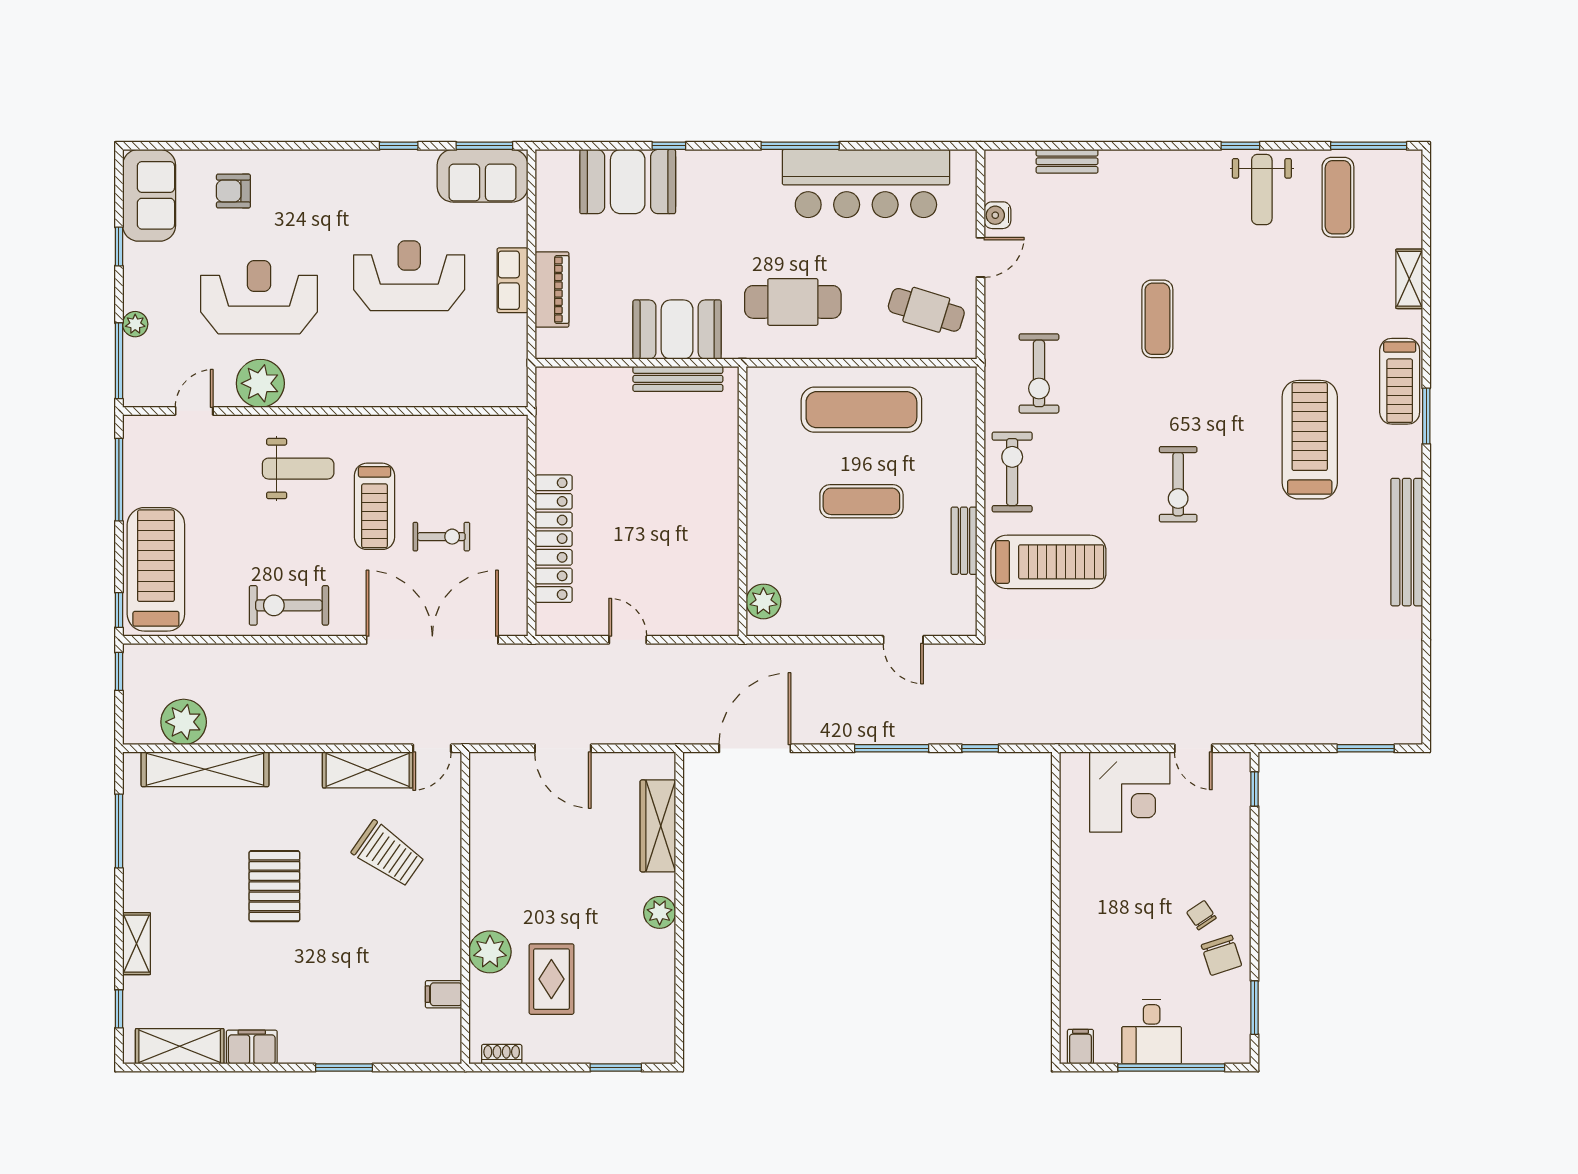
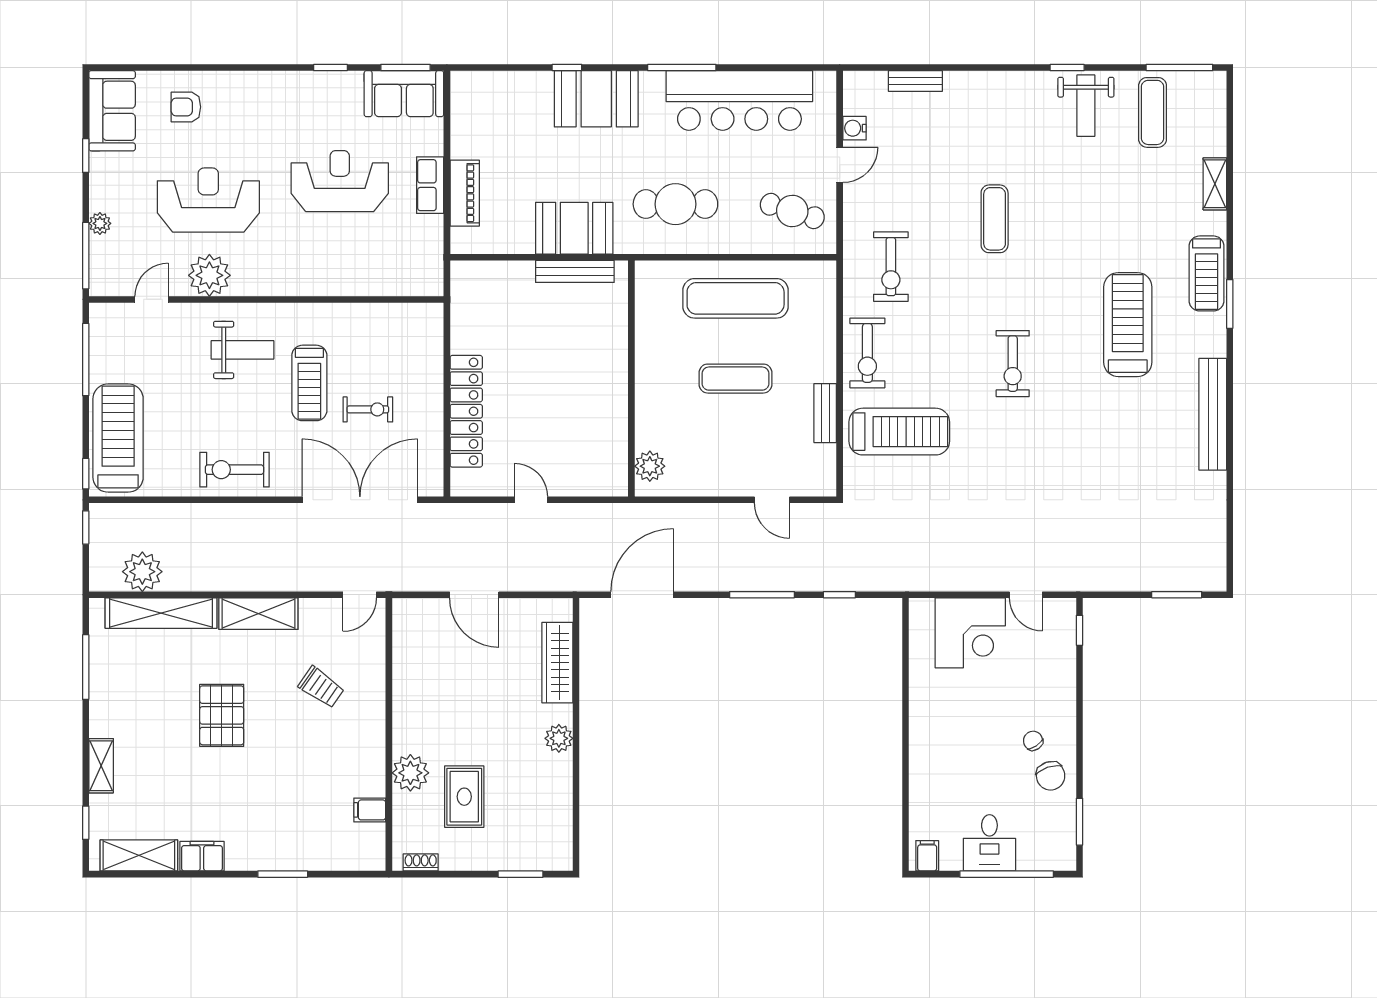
booth: (628, 182) -> (596, 99), moved
exercise bike: (1012, 472) -> (867, 353), turned 180
shelving: (368, 770) -> (258, 614), moved
trolley: (388, 854) -> (321, 687), width x0.73, depth x0.72

